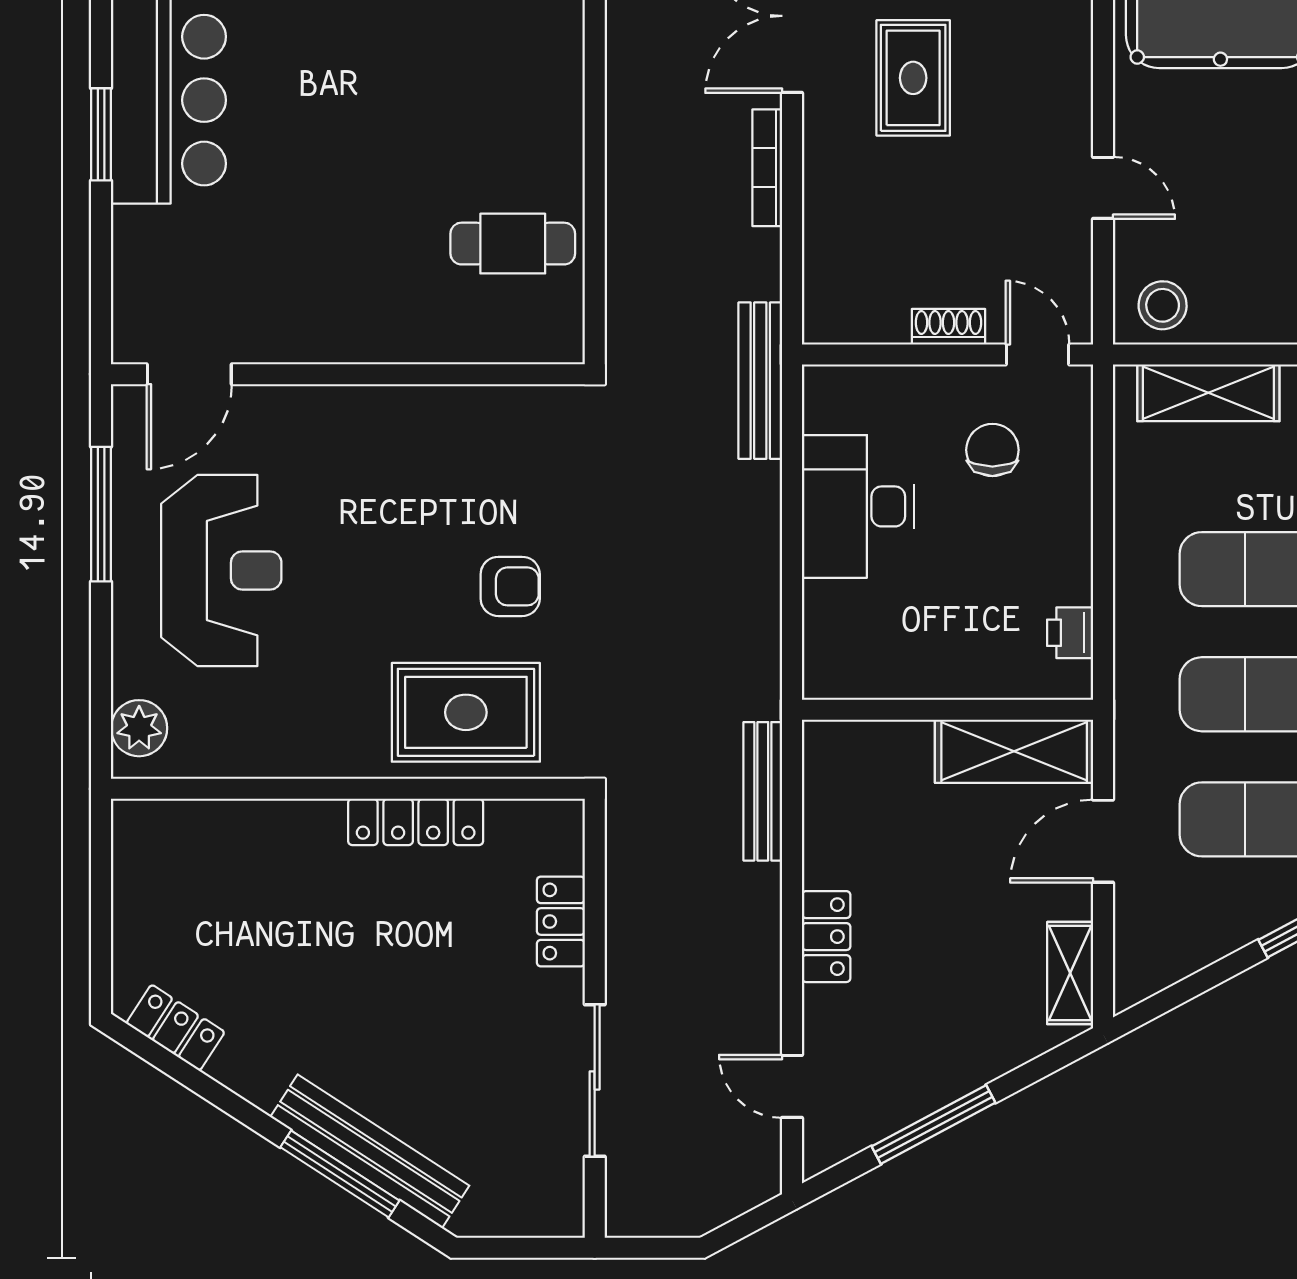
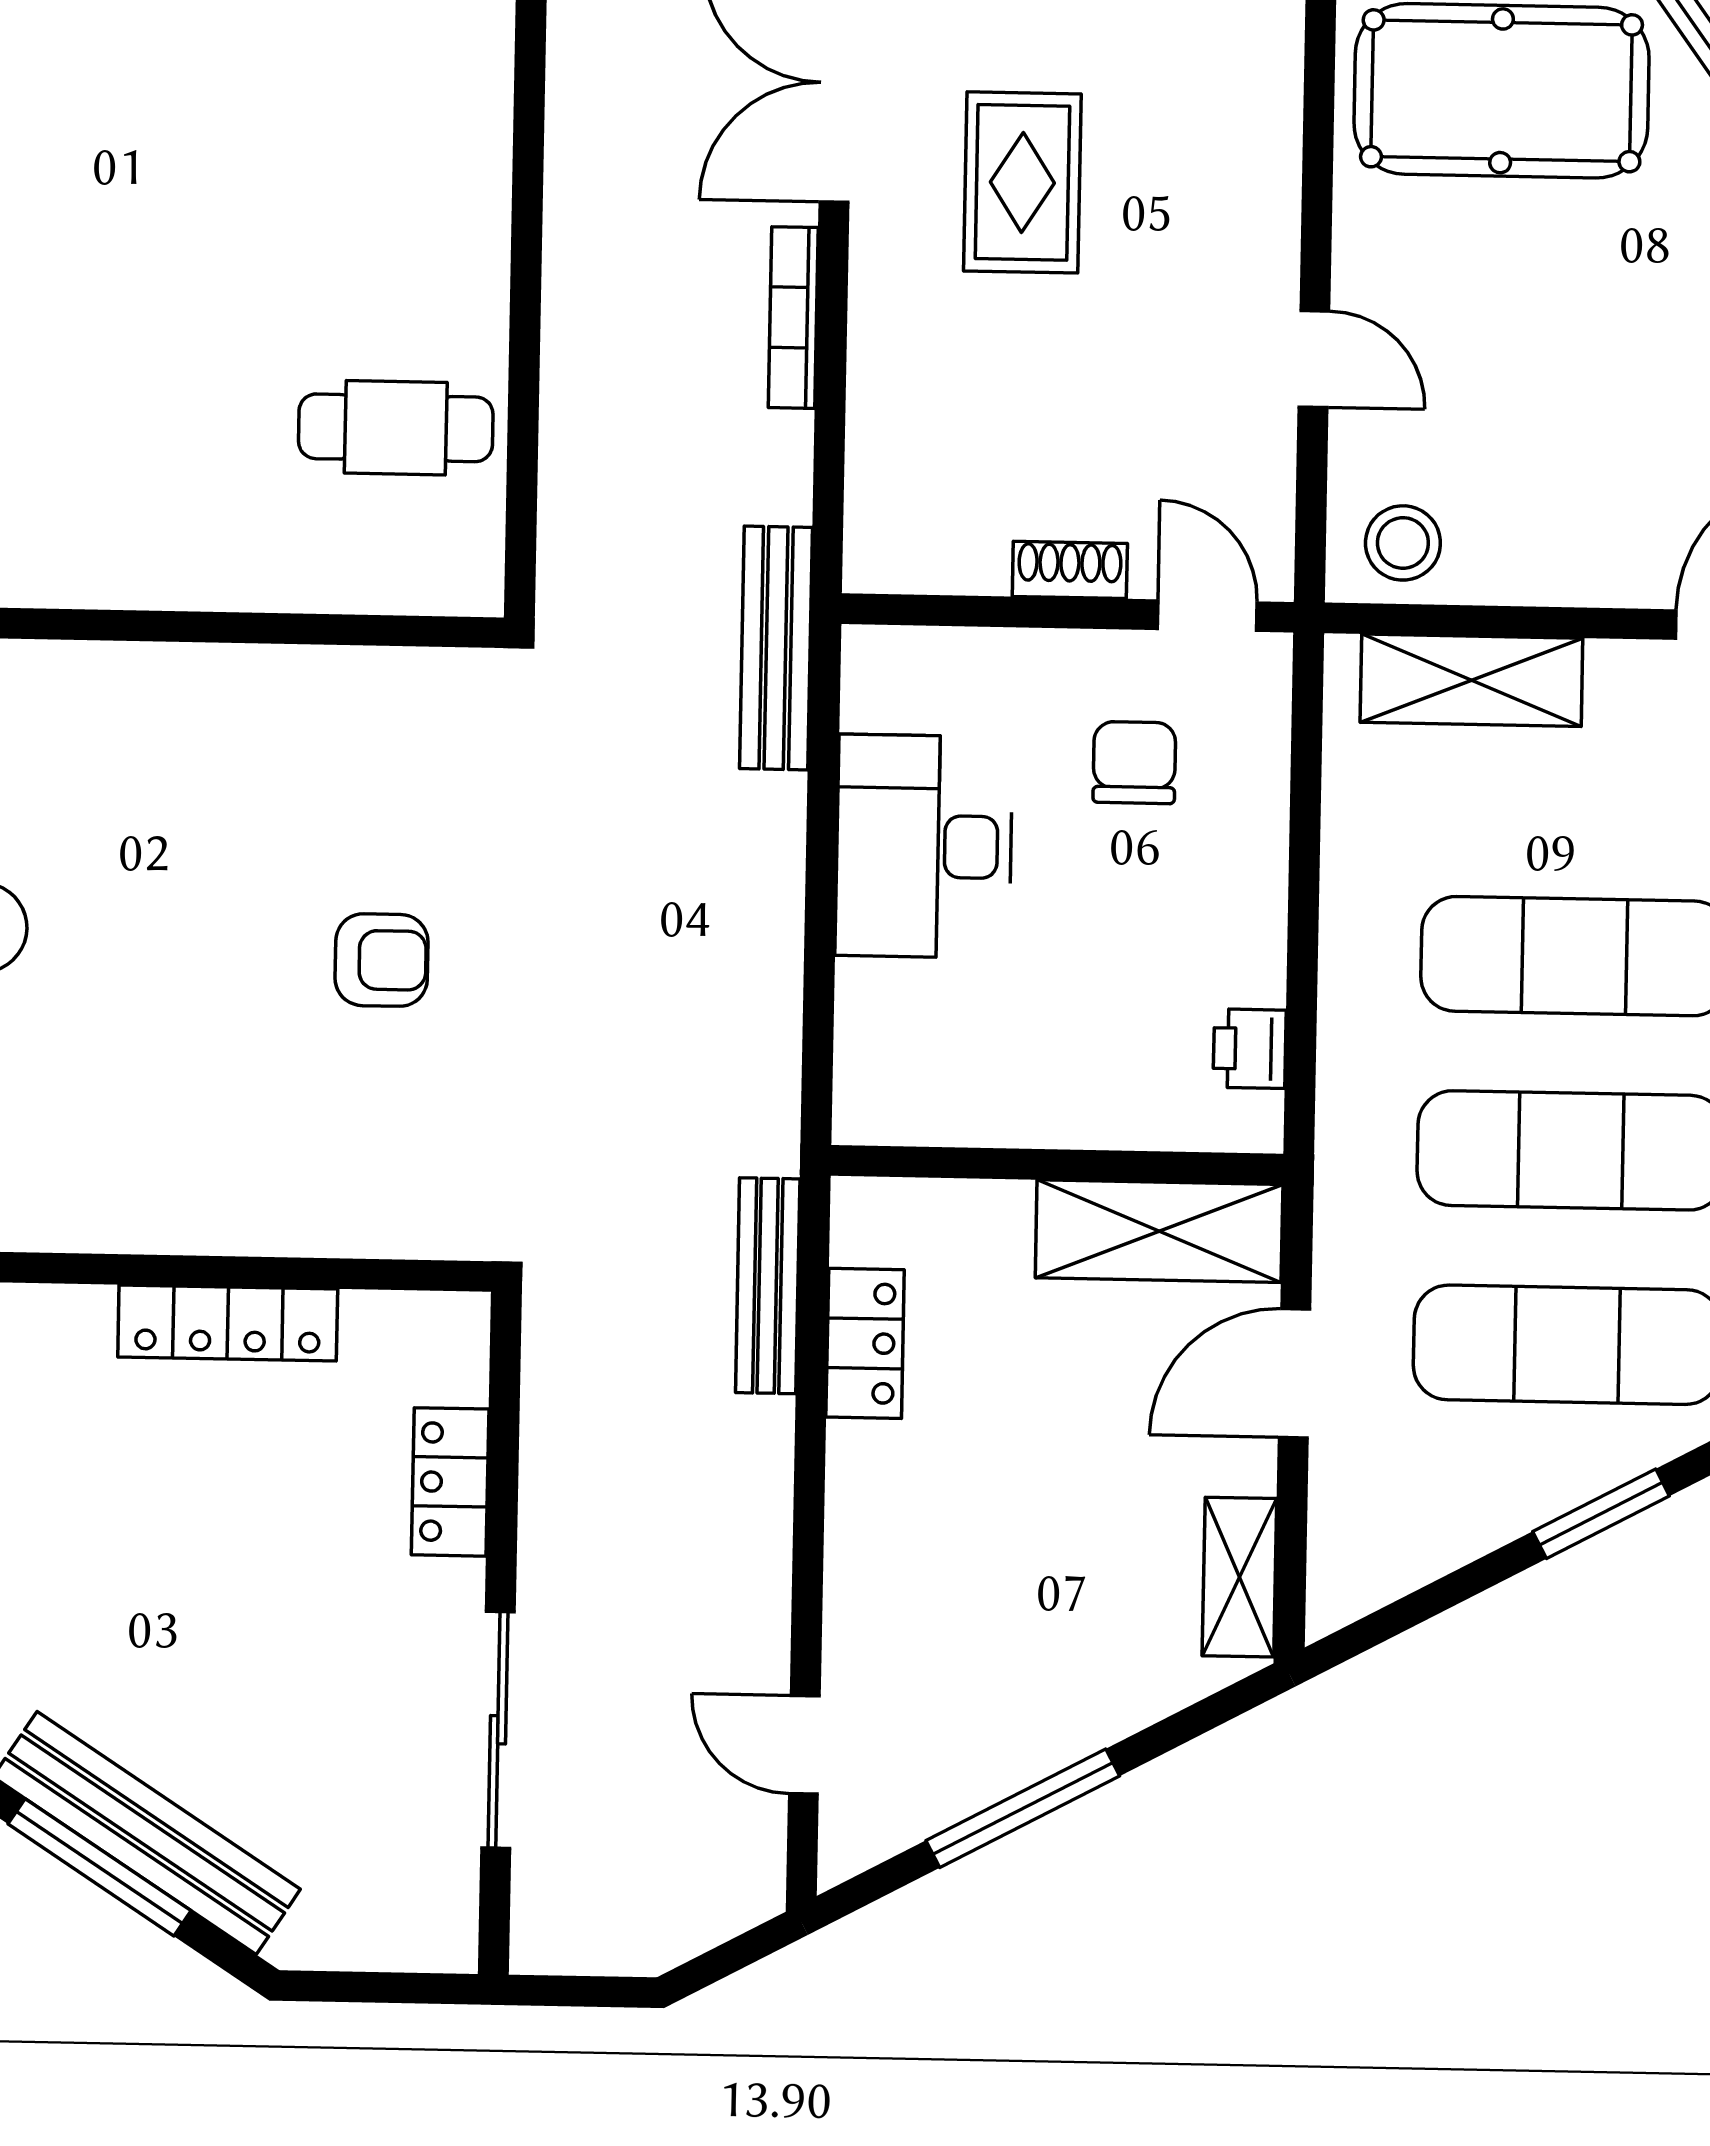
rug: (466, 712) -> (309, 1154), removed
locker: (826, 937) -> (865, 1343), moved

